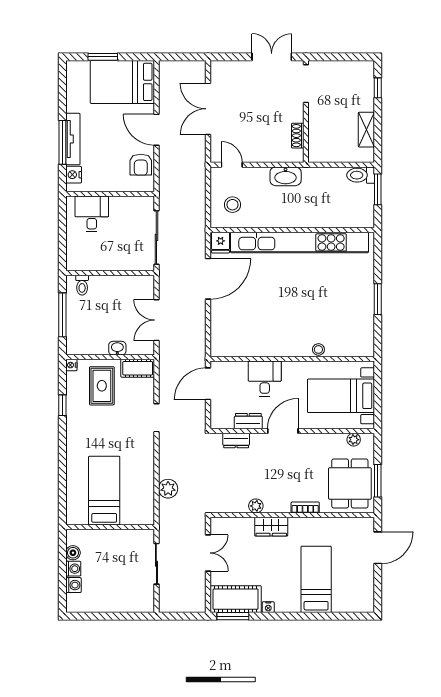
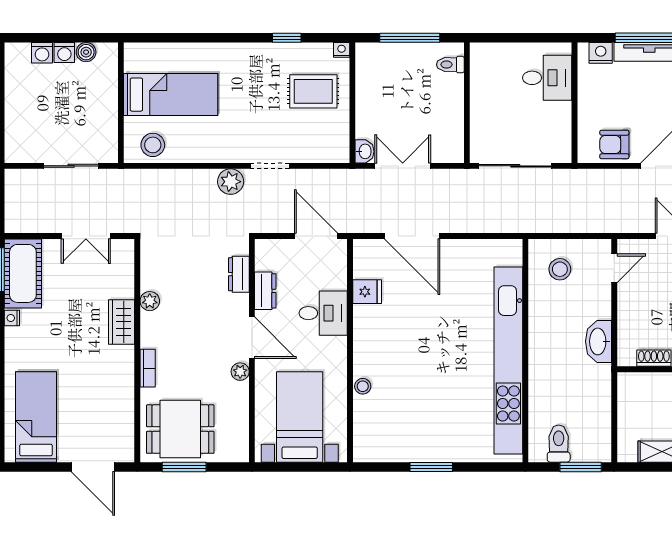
toilet: (361, 175) -> (559, 444), moved
fridge: (221, 243) -> (367, 292), moved, turned 180
door: (208, 279) -> (412, 236), moved
washbasin: (117, 348) -> (365, 151), moved
cot: (138, 368) -> (337, 140), removed
plant: (354, 440) -> (240, 372), moved
plant: (168, 489) -> (231, 182), moved
stool: (141, 504) -> (153, 145), added
bed: (316, 579) -> (36, 417), moved, turned -90

